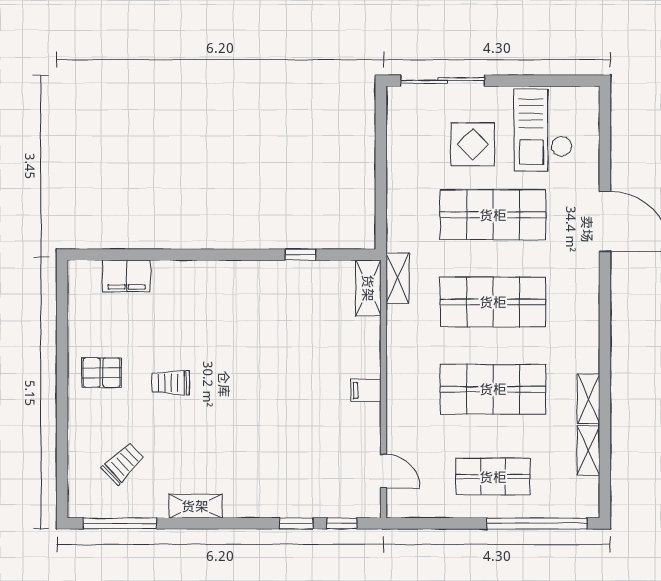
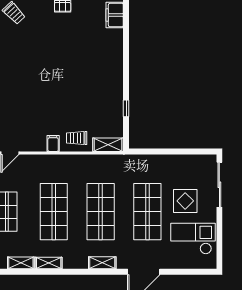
shelving: (398, 278) -> (102, 263), moved
trolley: (171, 383) -> (77, 138), moved, turned -90

